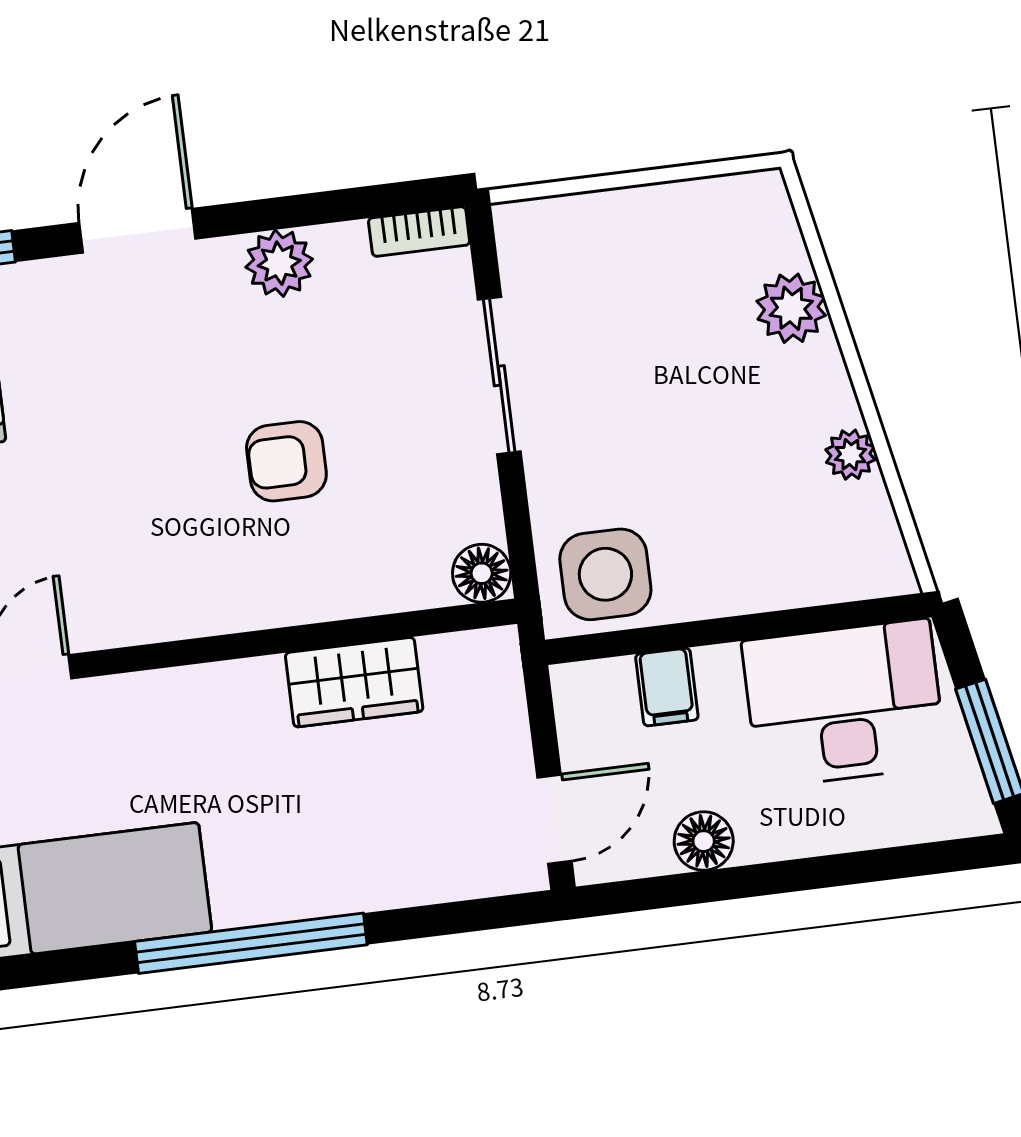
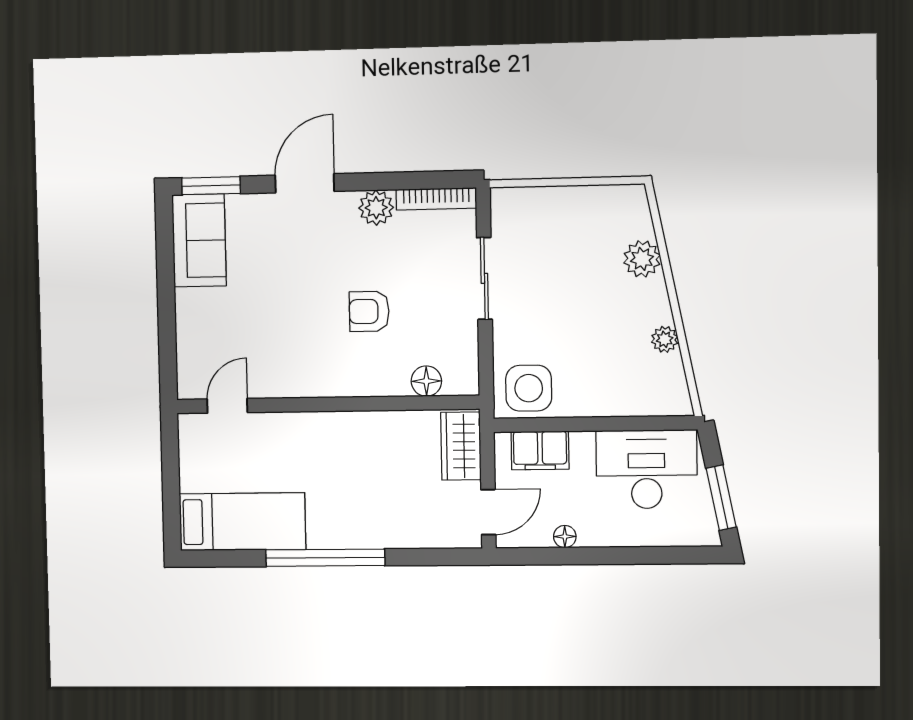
bookcase: (419, 231) -> (436, 199), width x1.56
floor lamp: (482, 573) -> (426, 381), moved
wardrobe: (354, 682) -> (461, 446), moved, turned 90
filing cabinet: (667, 687) -> (540, 450), width x2.00
floor lamp: (704, 841) -> (565, 537), width x0.73, depth x0.73

